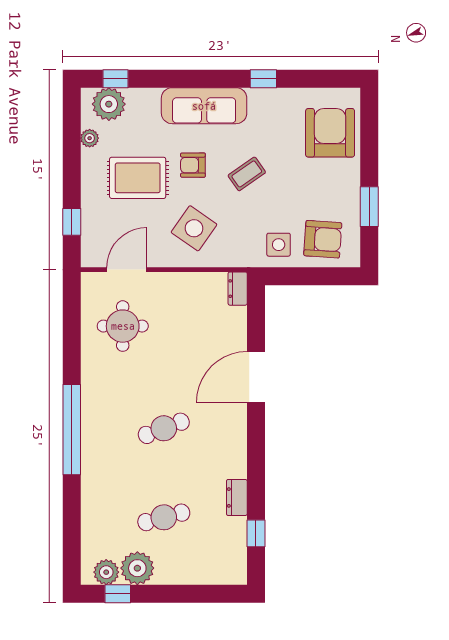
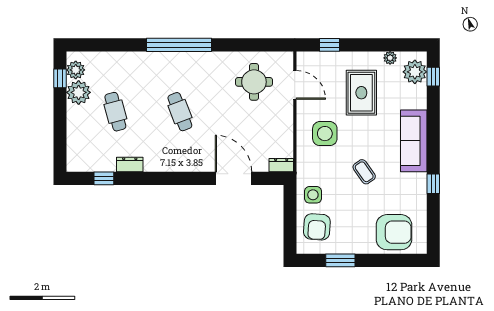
armchair: (193, 165) -> (371, 133), removed
side table: (194, 228) -> (325, 134), turned -35
door: (256, 377) -> (233, 178), moved

